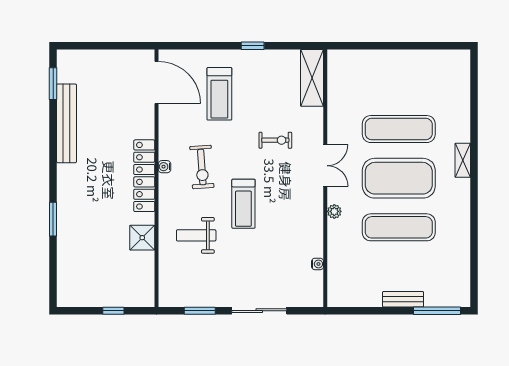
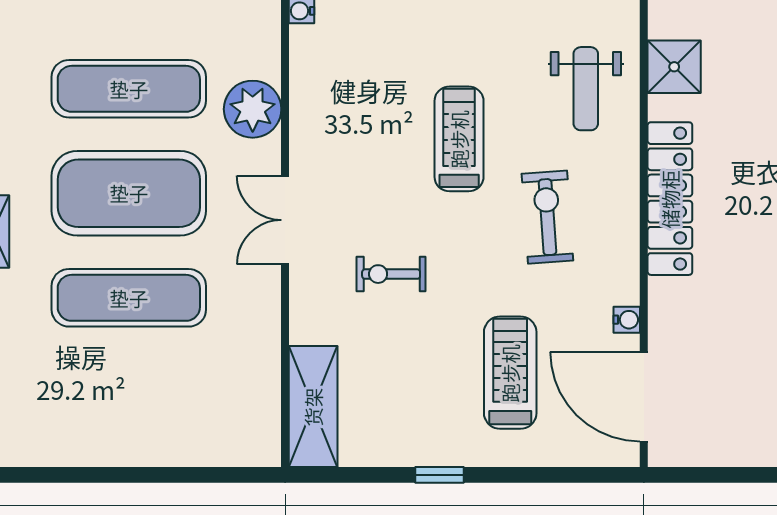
water cooler: (165, 167) -> (627, 320), moved
plant: (334, 211) -> (253, 109), width x1.88, depth x1.88
weight bench: (196, 235) -> (586, 89), moved, turned 90

